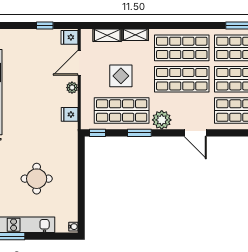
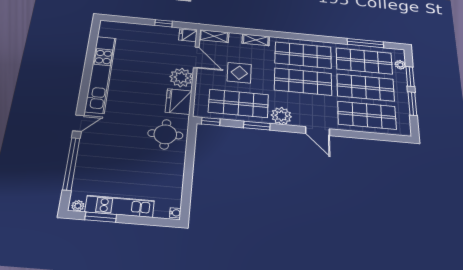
shelving: (107, 35) -> (214, 36), moved
door: (79, 63) -> (196, 57), swing flipped
plant: (72, 88) -> (181, 77), width x1.87, depth x1.87
fridge: (70, 114) -> (179, 101), width x1.88, depth x1.34
round table: (37, 179) -> (165, 134), moved

